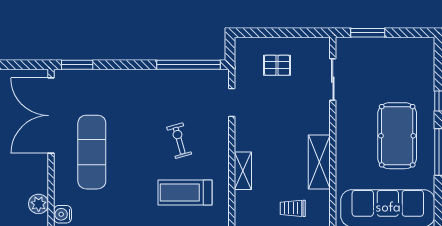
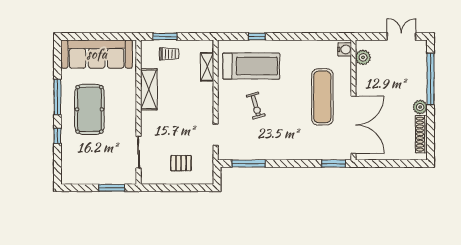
window: (189, 65) -> (249, 164), width x0.68
shelving: (243, 171) -> (207, 67), moved
treadmill: (185, 192) -> (251, 66), width x1.37, depth x1.38

